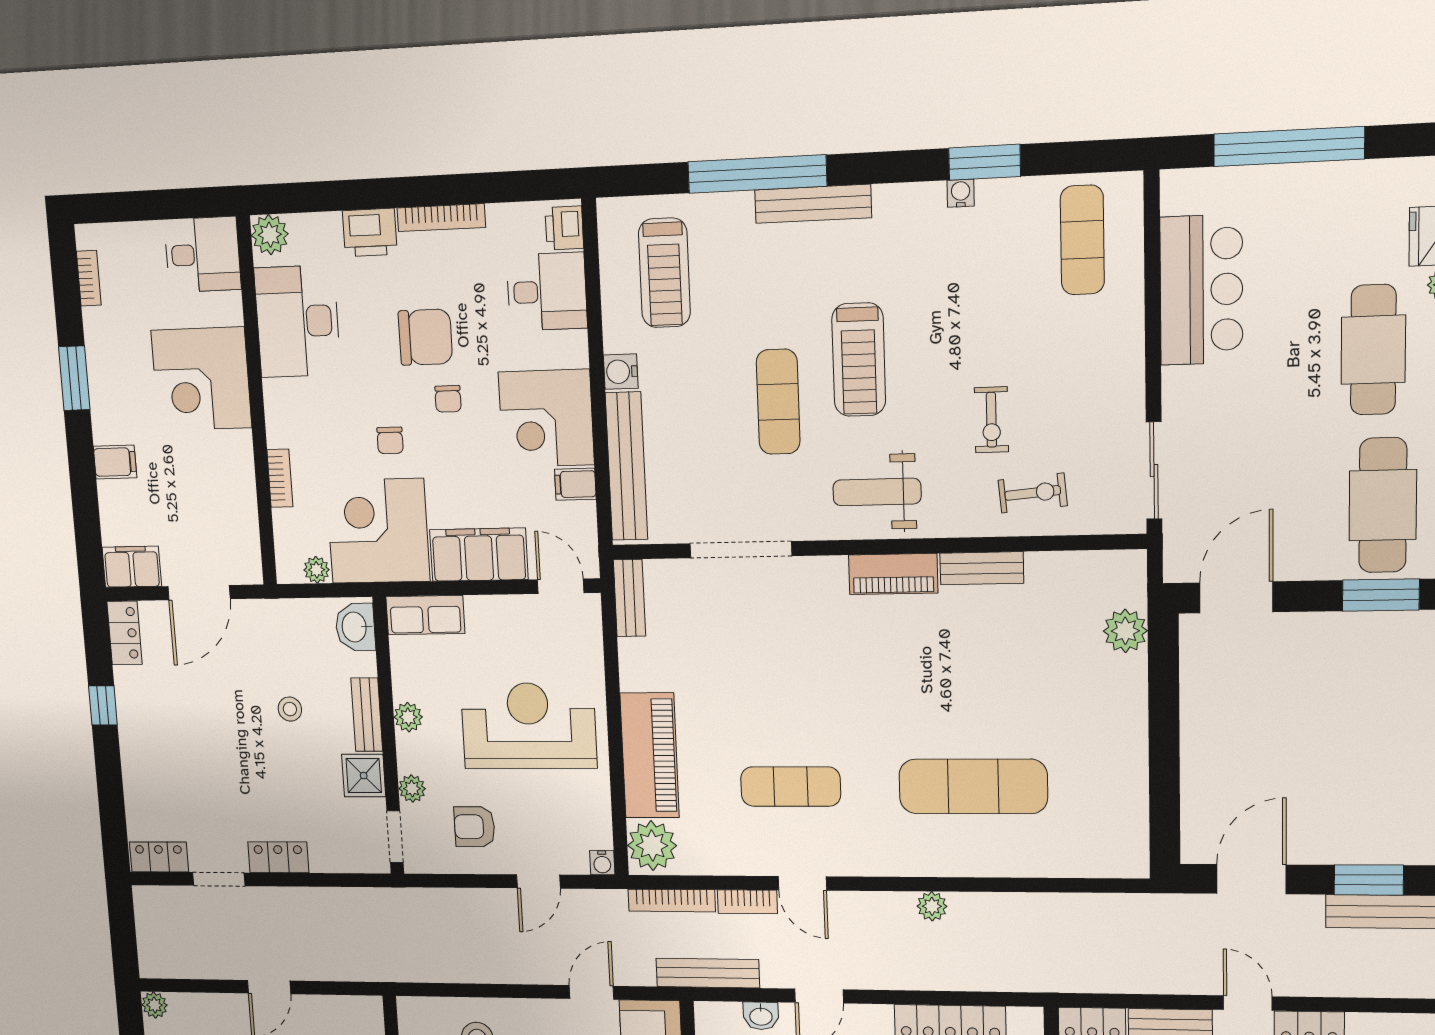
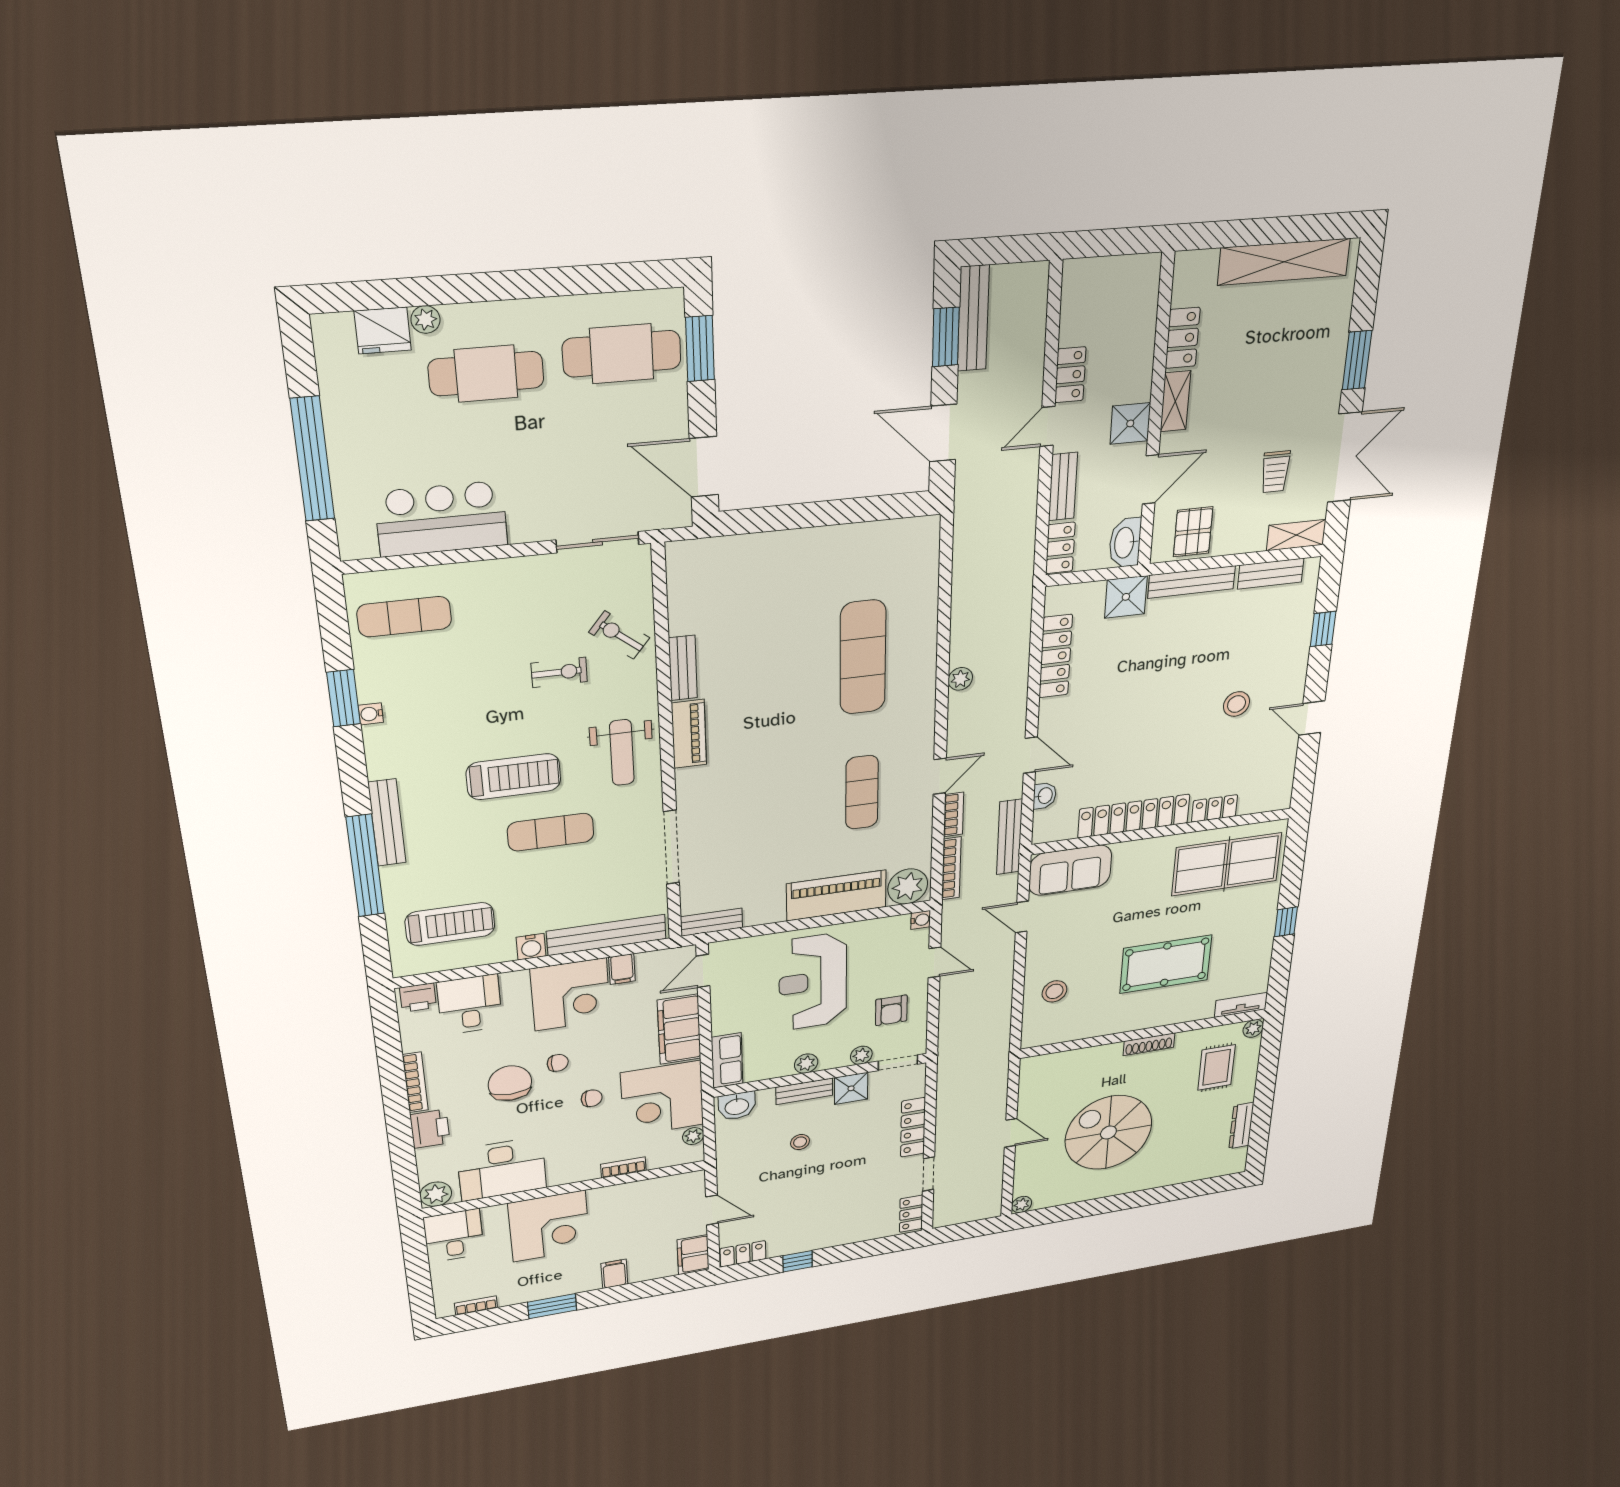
exercise bike: (1033, 493) -> (619, 635), turned -46
door: (199, 593) -> (712, 1210), width x0.73
plant: (1125, 631) -> (733, 552), removed
locker: (278, 857) -> (913, 1127), width x1.53

